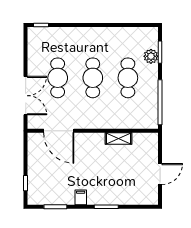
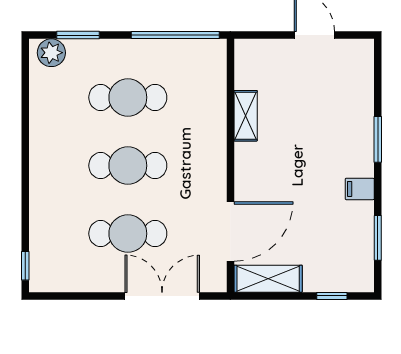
plant: (151, 56) -> (51, 53), moved
shelving: (34, 150) -> (268, 279), added

